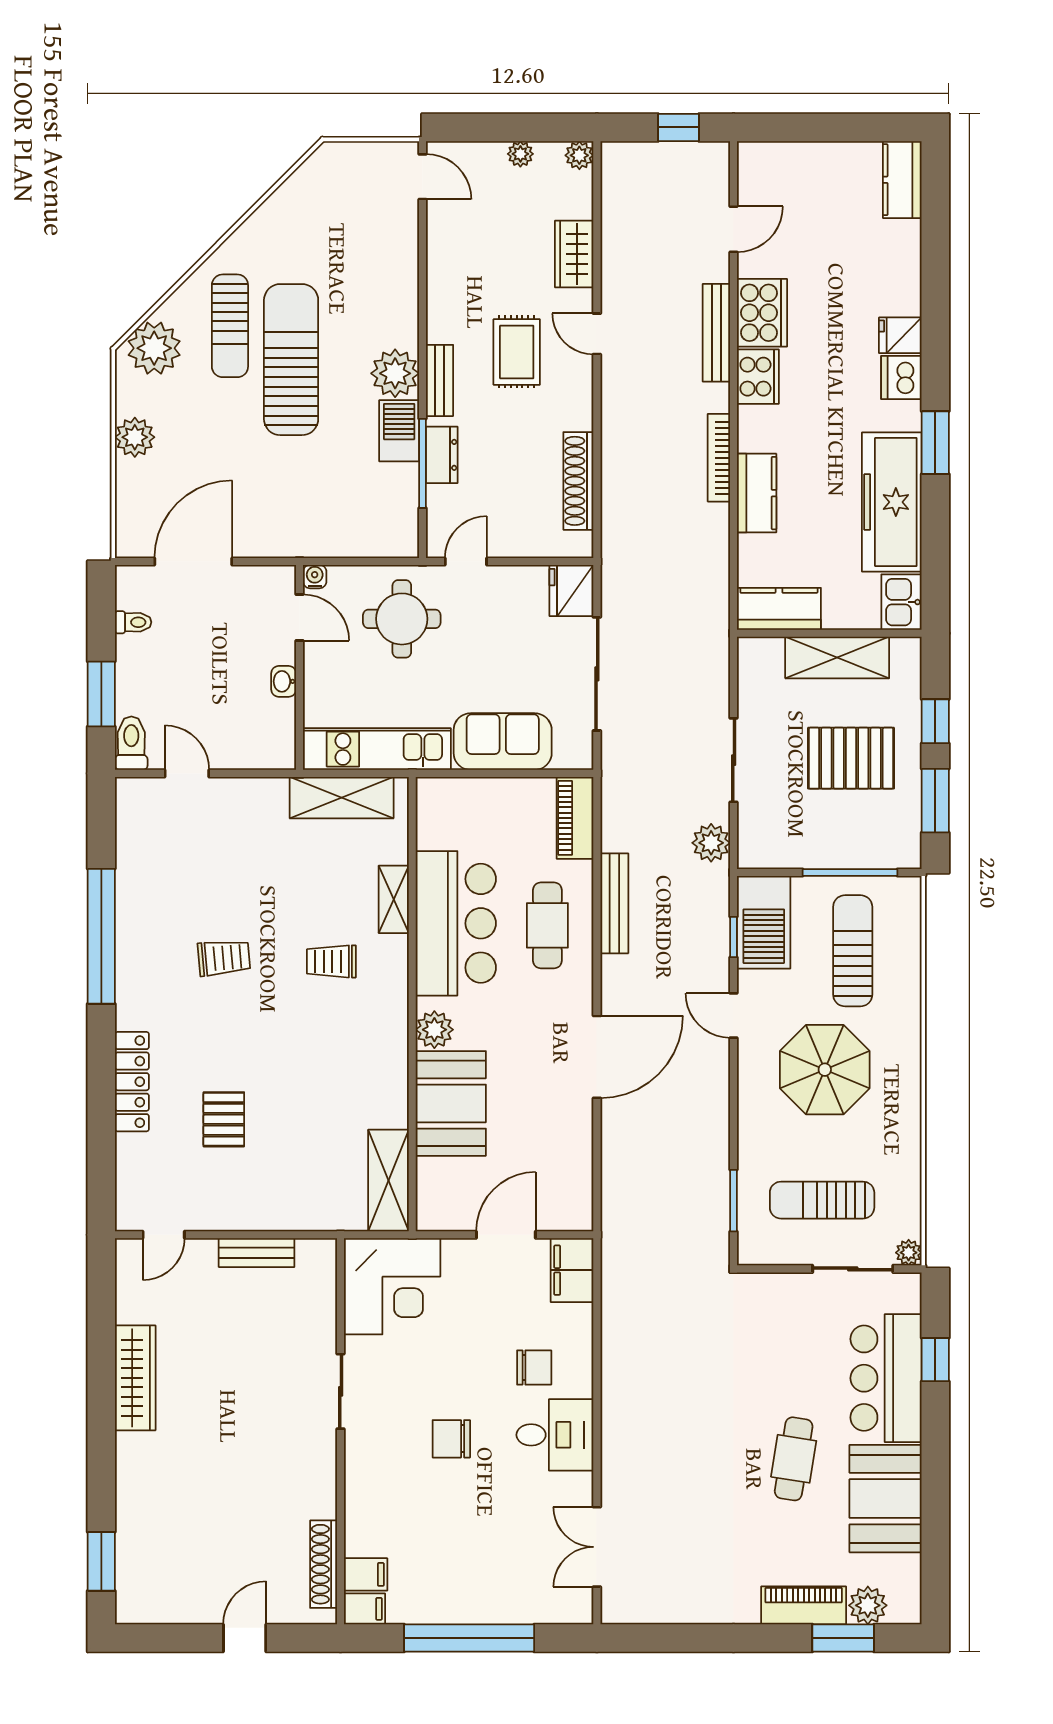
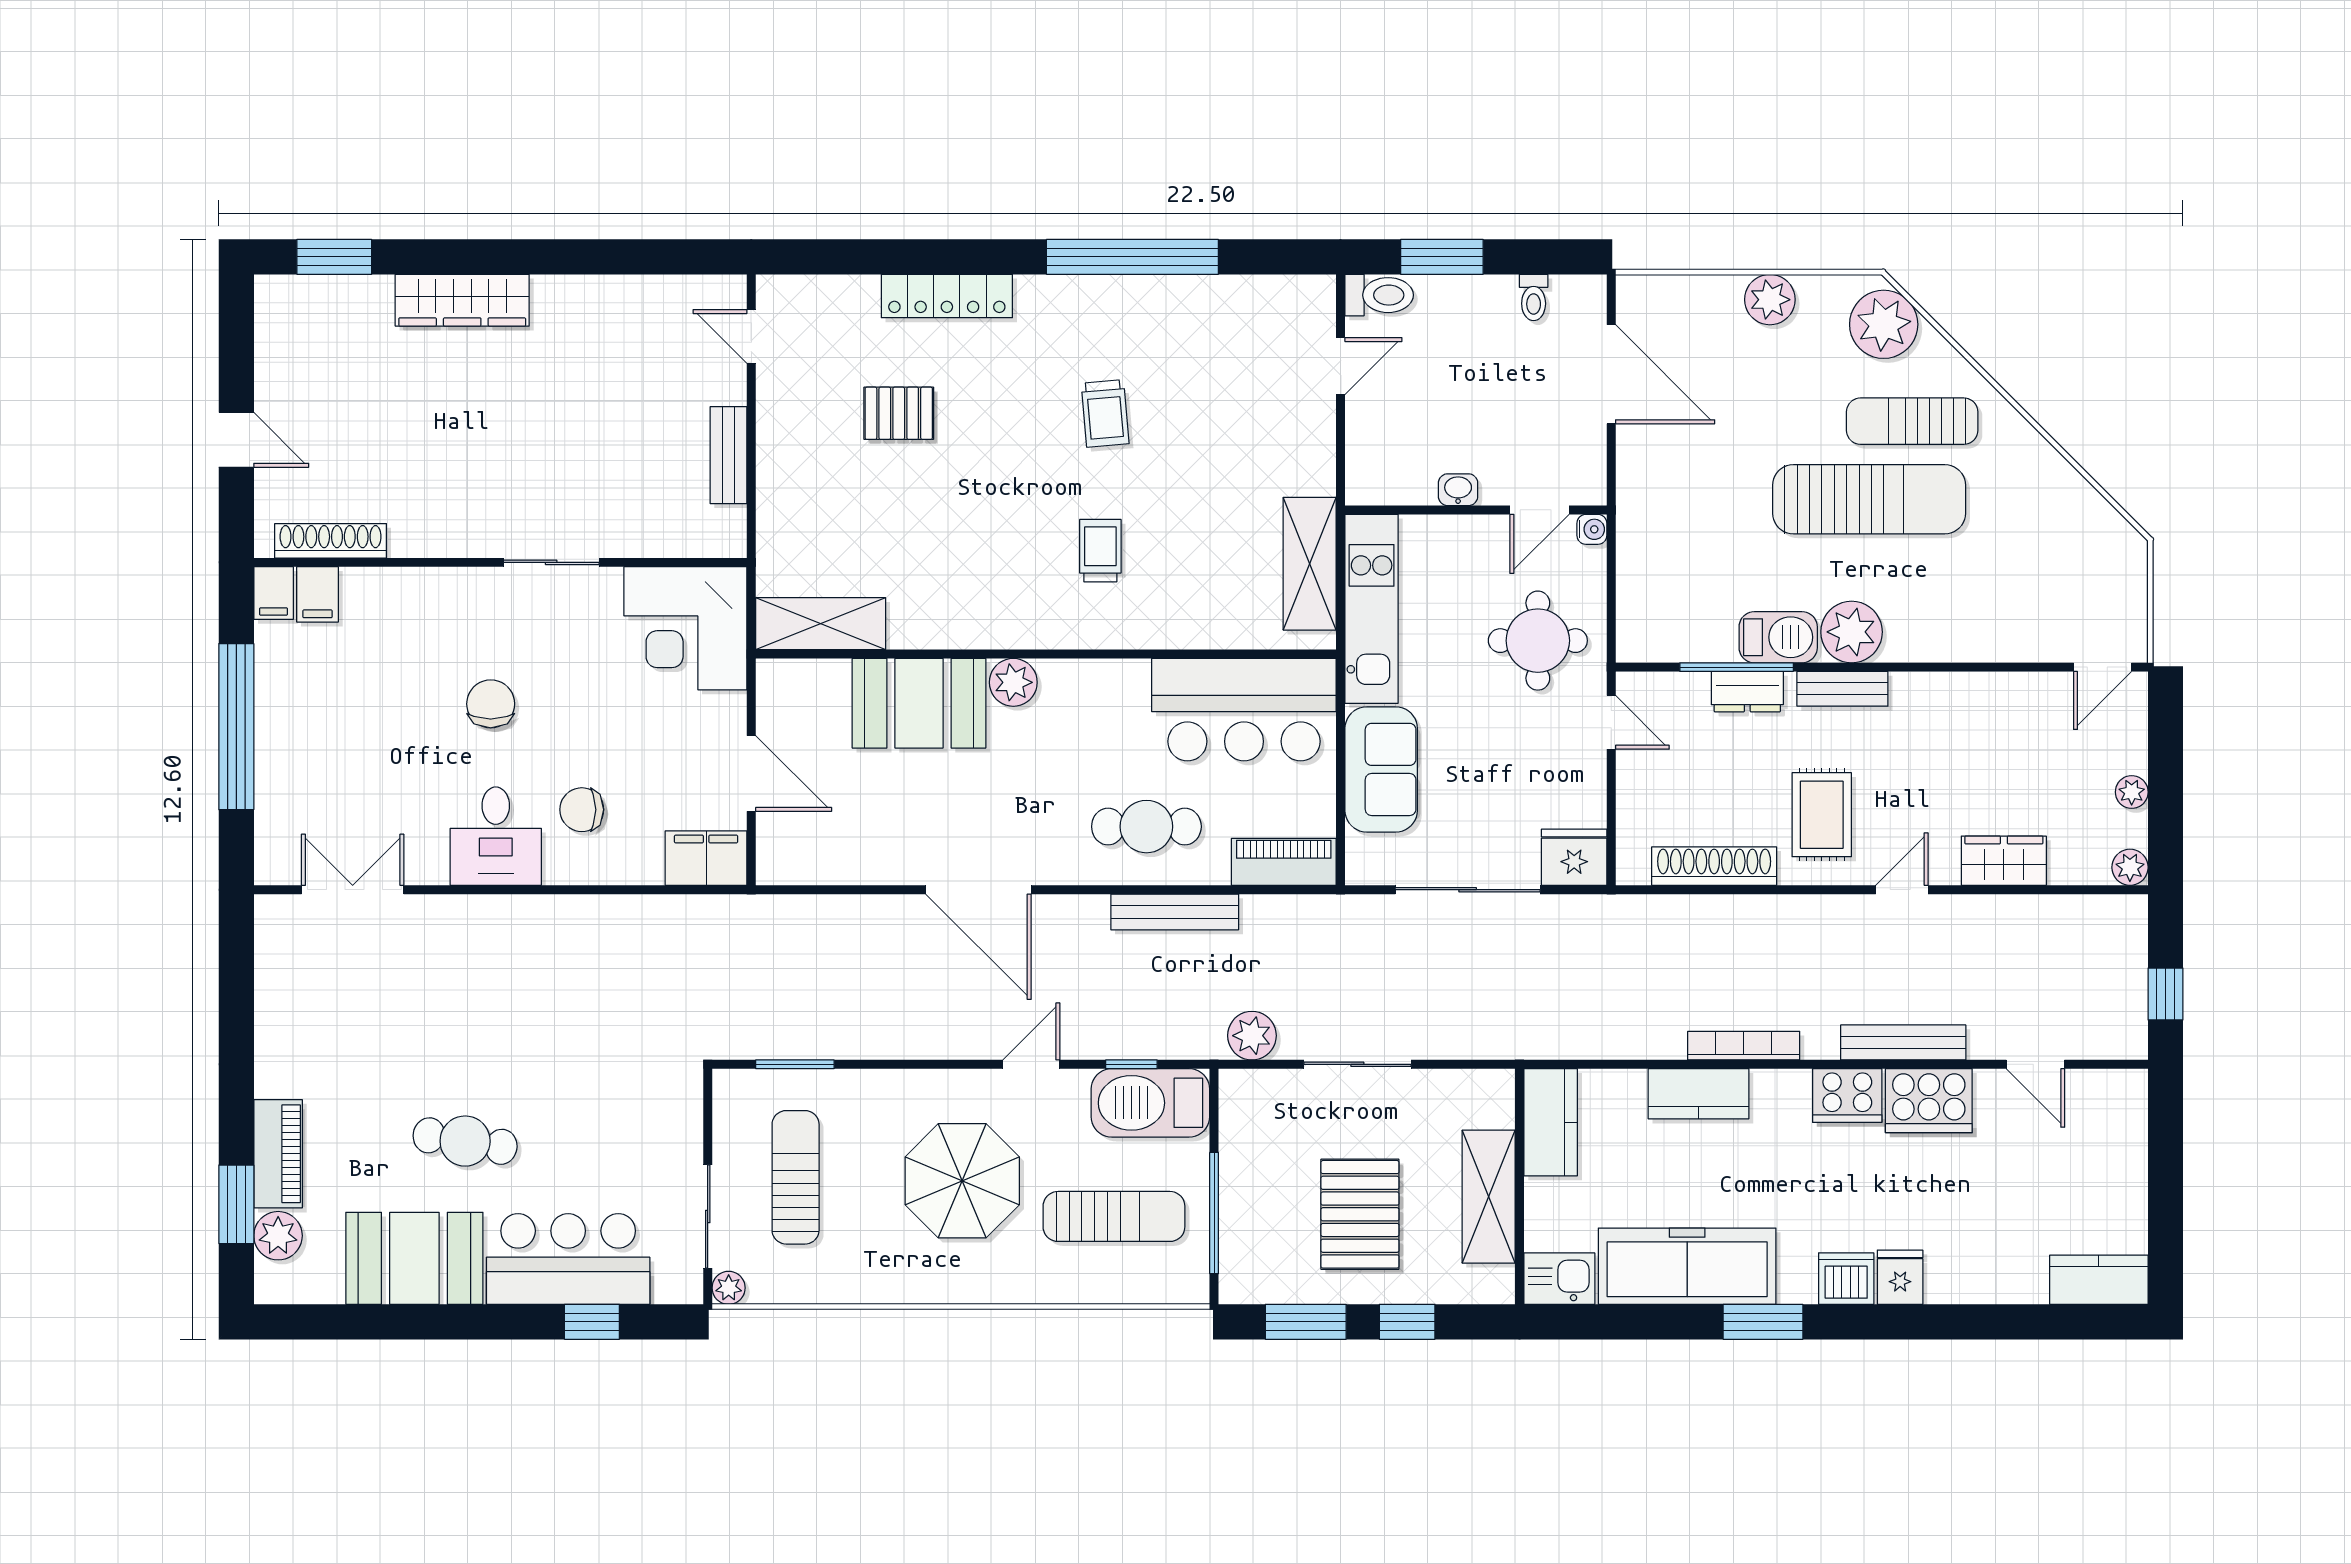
rug: (517, 352) -> (1822, 815), moved, turned 90
shelving: (394, 899) -> (1180, 630), removed
bar counter: (456, 923) -> (1244, 710), moved
chair: (534, 1367) -> (582, 810), turned 90
wardrobe: (135, 1378) -> (462, 300), moved

